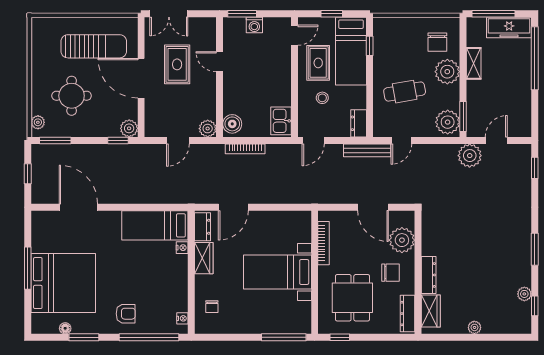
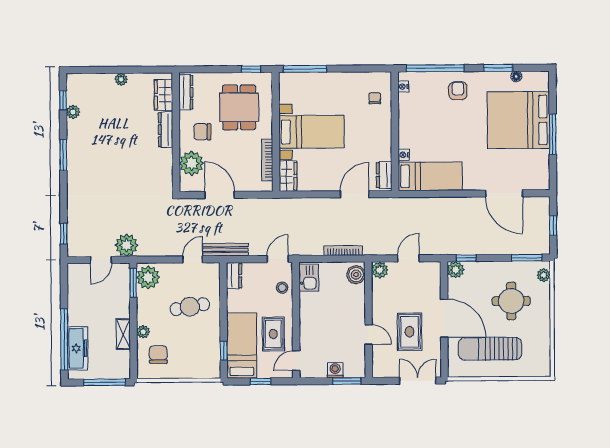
freezer: (509, 27) -> (78, 348), moved, turned 90
plant: (447, 72) -> (143, 332), width x0.53, depth x0.53
stool: (322, 98) -> (282, 288), moved
wardrobe: (204, 258) -> (288, 176), moved, turned 180
armchair: (126, 314) -> (458, 91), turned 90

